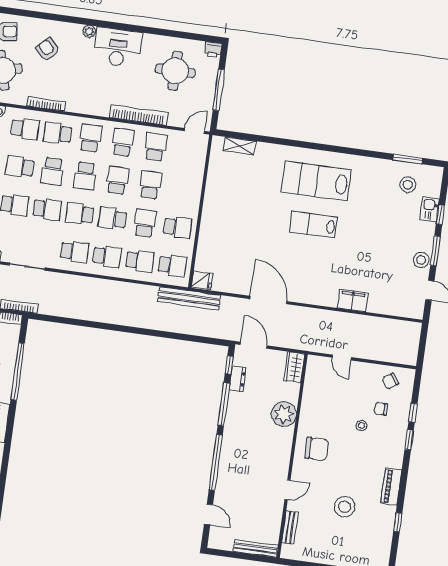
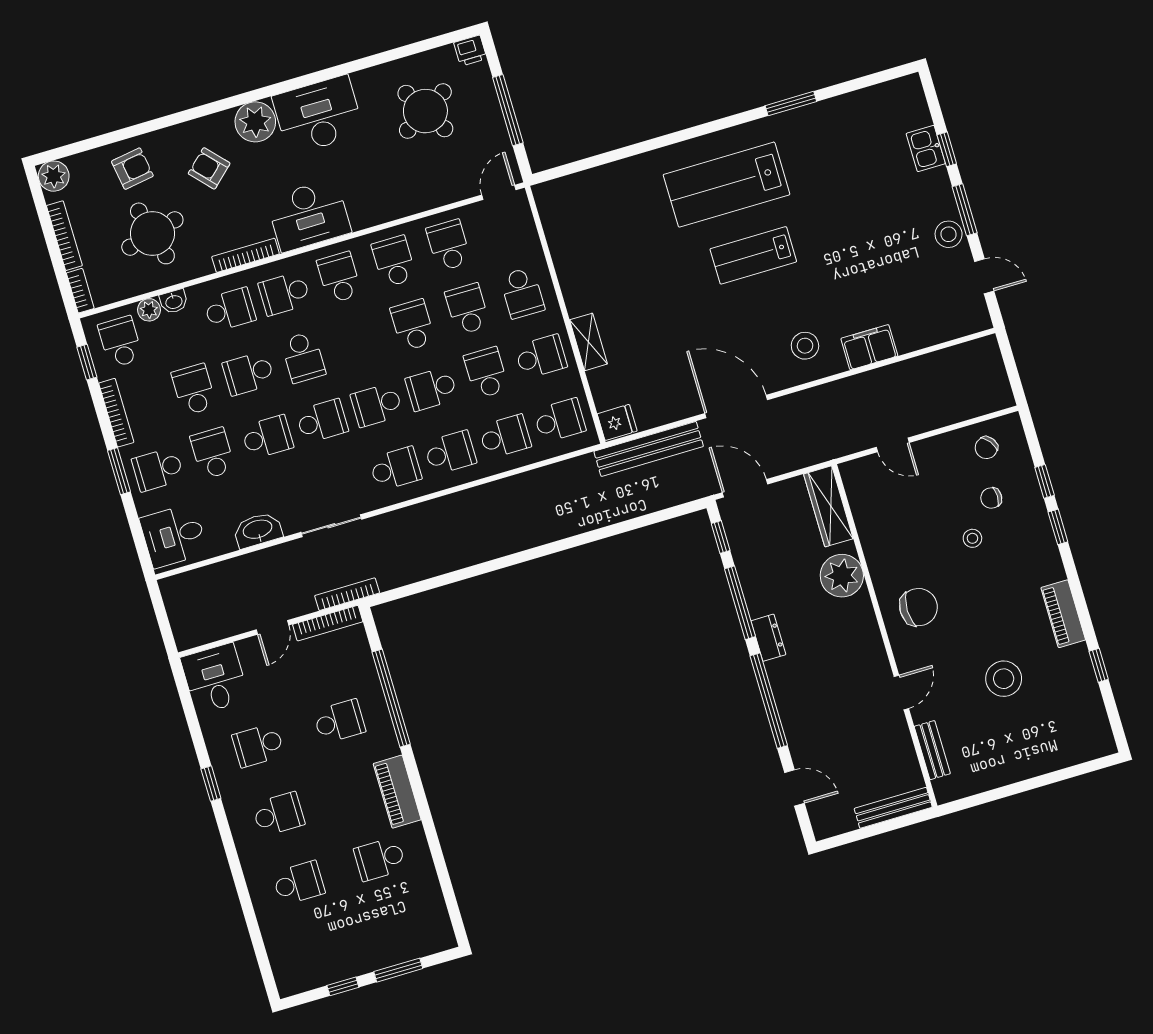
plant: (89, 31) -> (255, 122), width x1.88, depth x1.88
round table: (175, 71) -> (425, 111), turned -31
desk: (89, 98) -> (309, 215), added
bookcase: (138, 115) -> (399, 207), removed
shelving: (240, 146) -> (588, 342), moved, turned 90
window: (408, 159) -> (791, 104), moved
school desk: (85, 176) -> (522, 293), moved
stool: (408, 185) -> (805, 346), moved
bench: (189, 298) -> (649, 449), moved
wardrobe: (294, 367) -> (828, 506), width x1.50
dresser: (238, 379) -> (768, 638), moved

